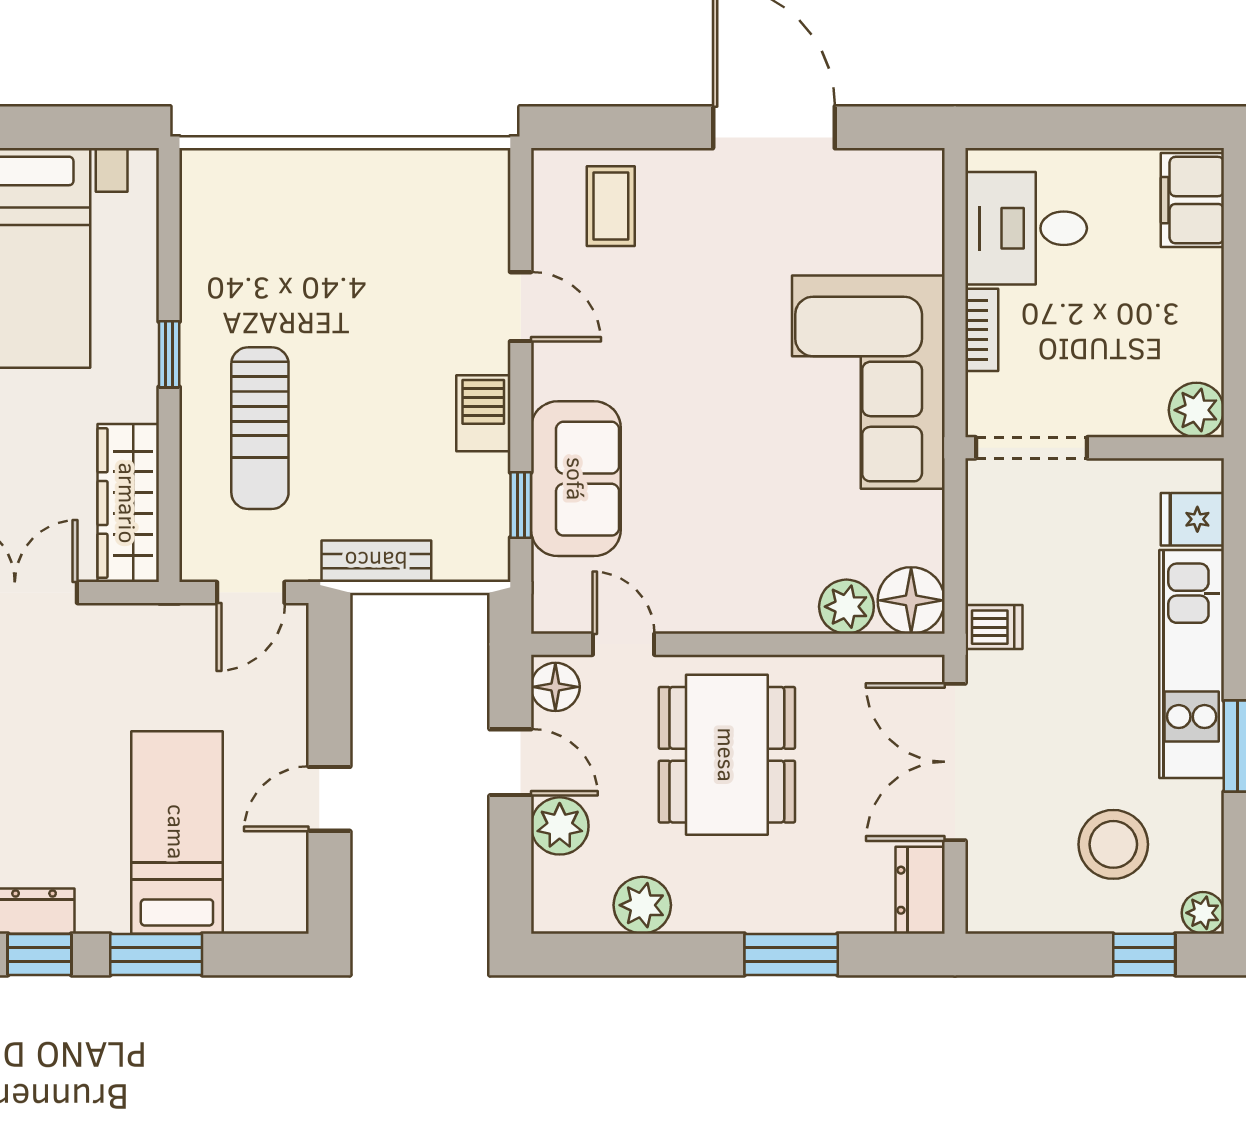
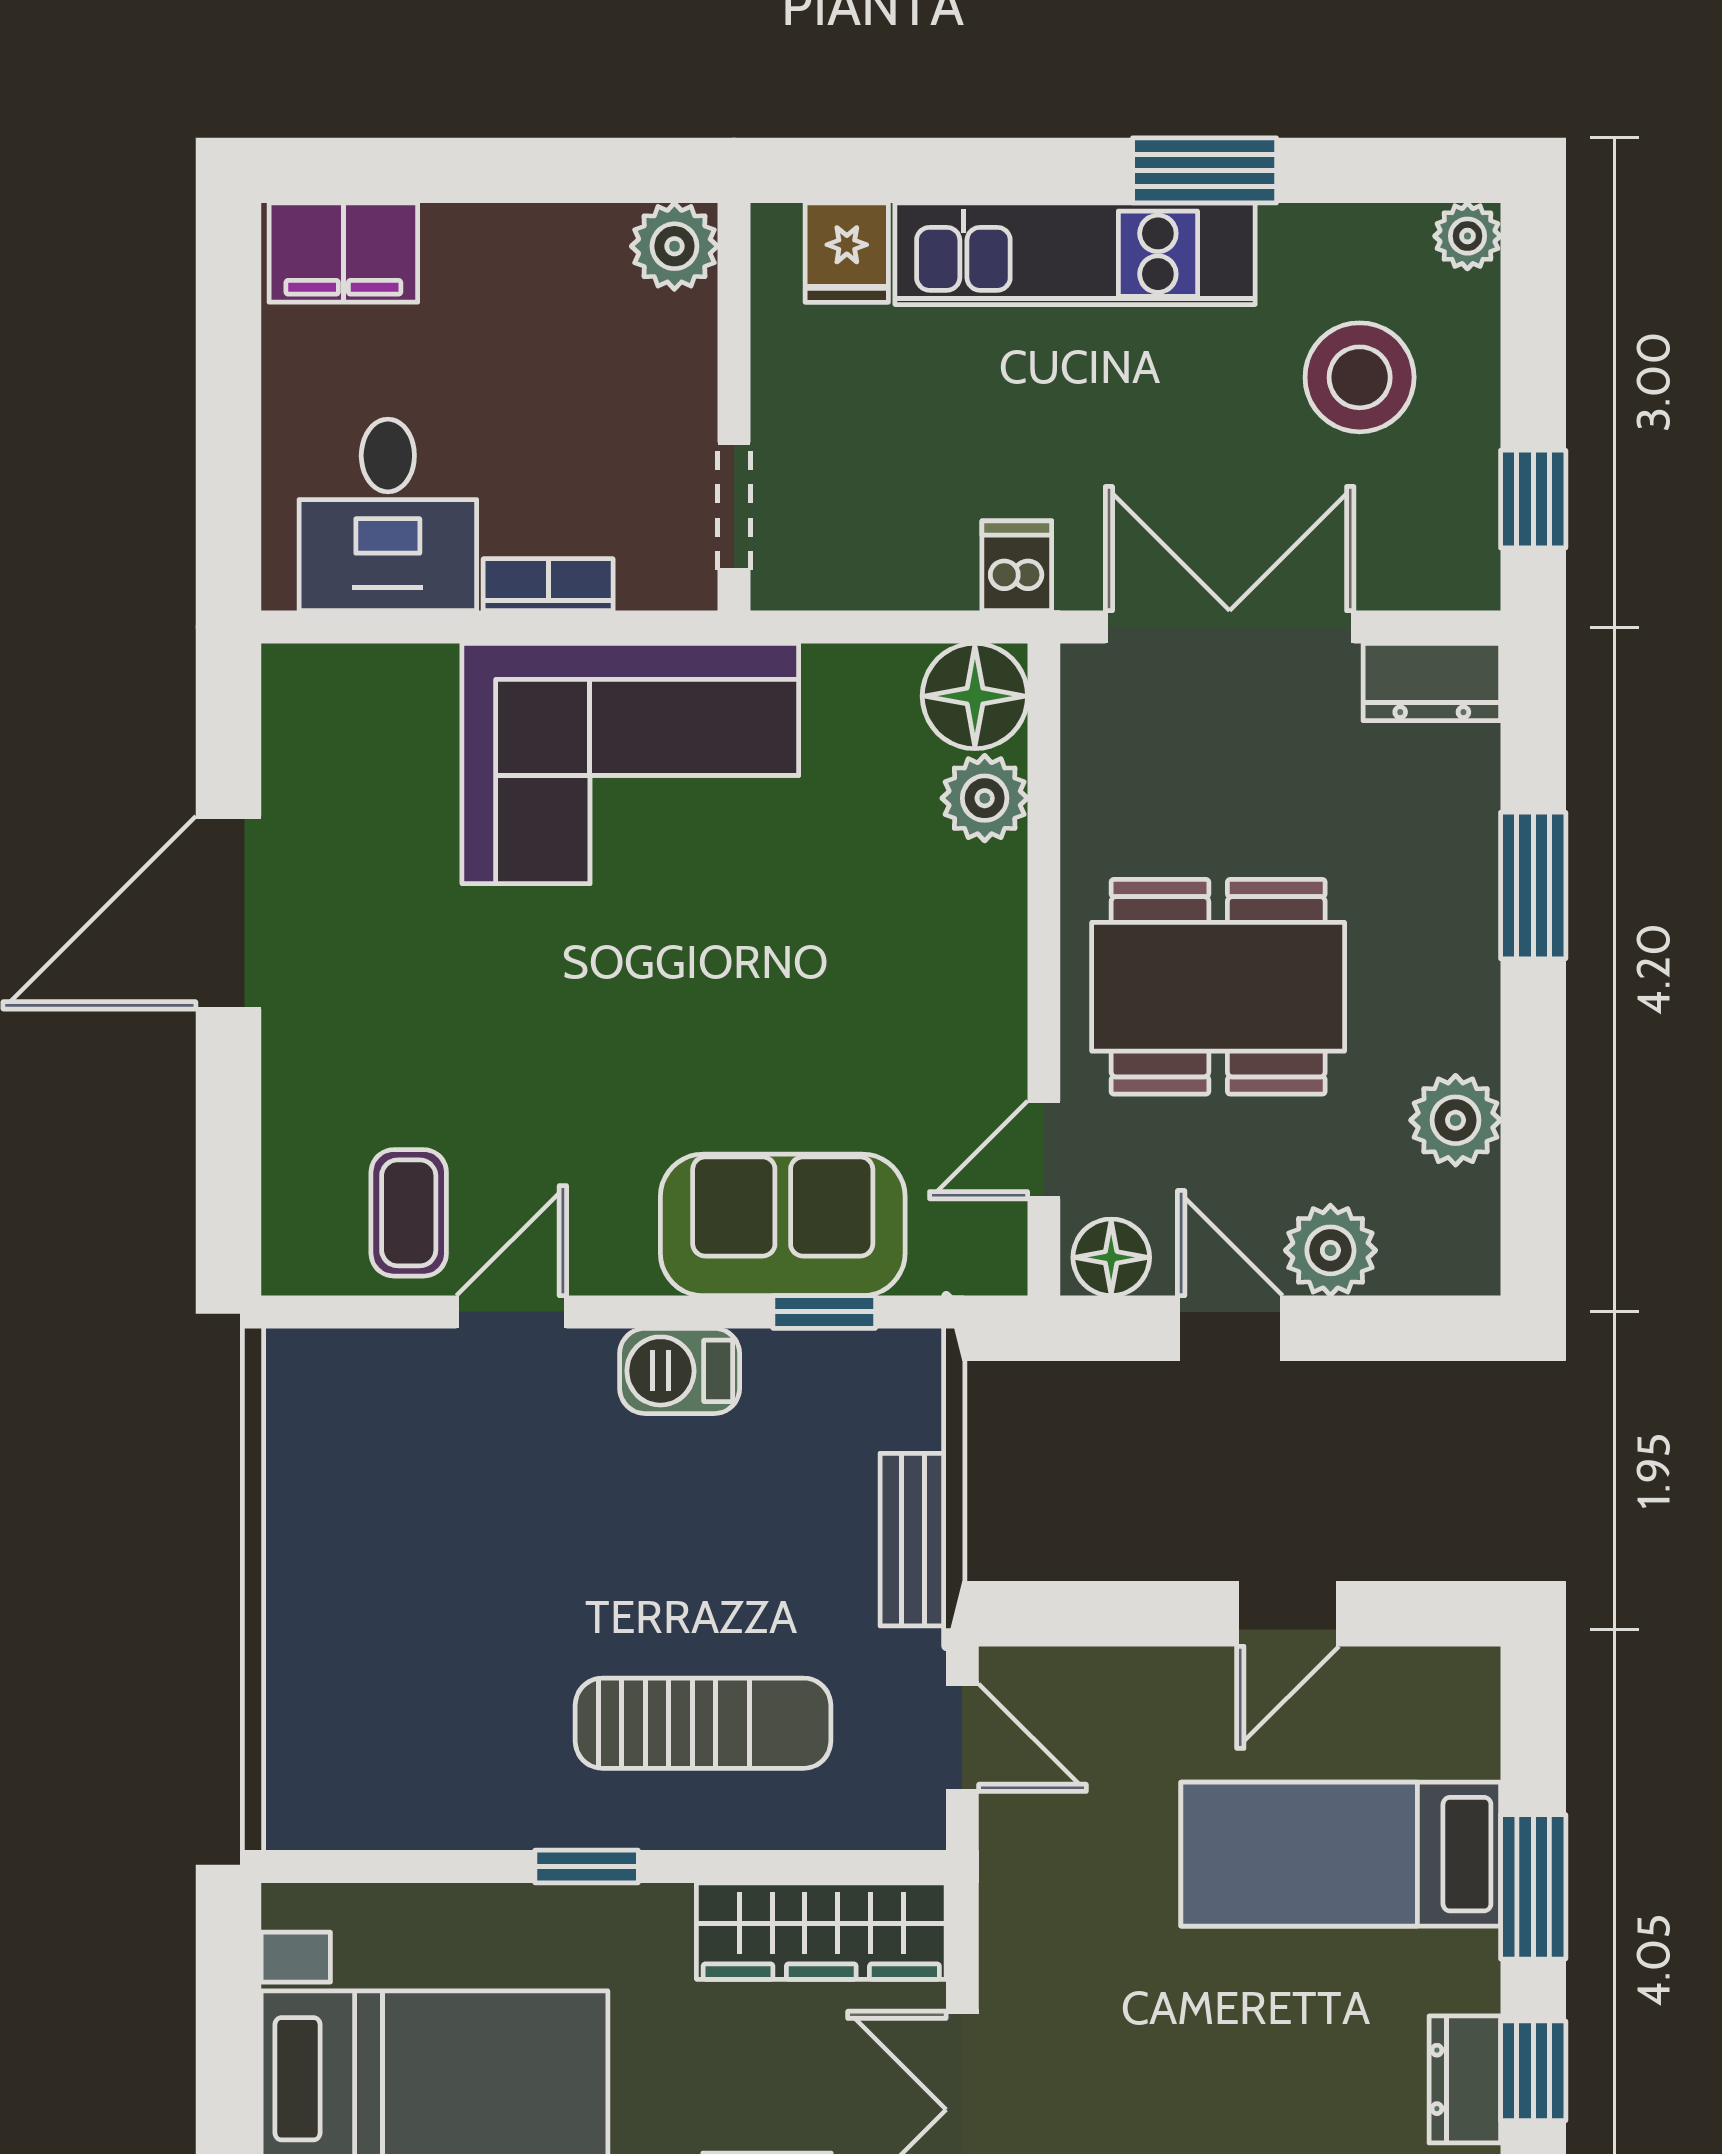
coffee table: (611, 206) -> (409, 1213), moved, turned 90
doorway: (1032, 448) -> (734, 506), width x0.73
door: (510, 762) -> (1230, 1328), hinge flipped
double door: (955, 762) -> (1230, 627), swing flipped
door: (329, 799) -> (1288, 1614), hinge flipped
window: (1144, 954) -> (1533, 499), moved

